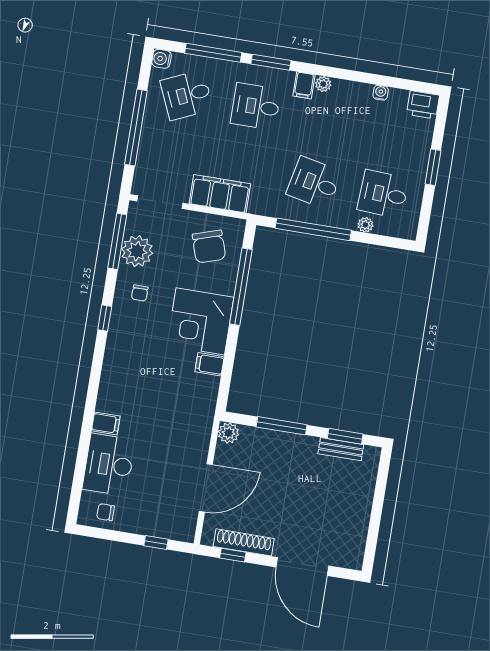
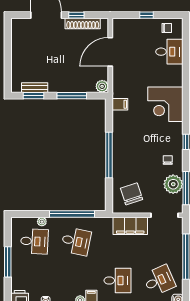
window: (433, 167) -> (8, 262), width x1.44
window: (241, 287) -> (109, 155), moved
corner desk: (200, 321) -> (165, 104), moved, turned 180
filing cabinet: (210, 364) -> (120, 104), moved
filing cabinet: (106, 423) -> (175, 80), removed
desk: (109, 465) -> (169, 52), width x0.73
window: (156, 543) -> (147, 15), moved
window: (233, 555) -> (76, 15), moved

